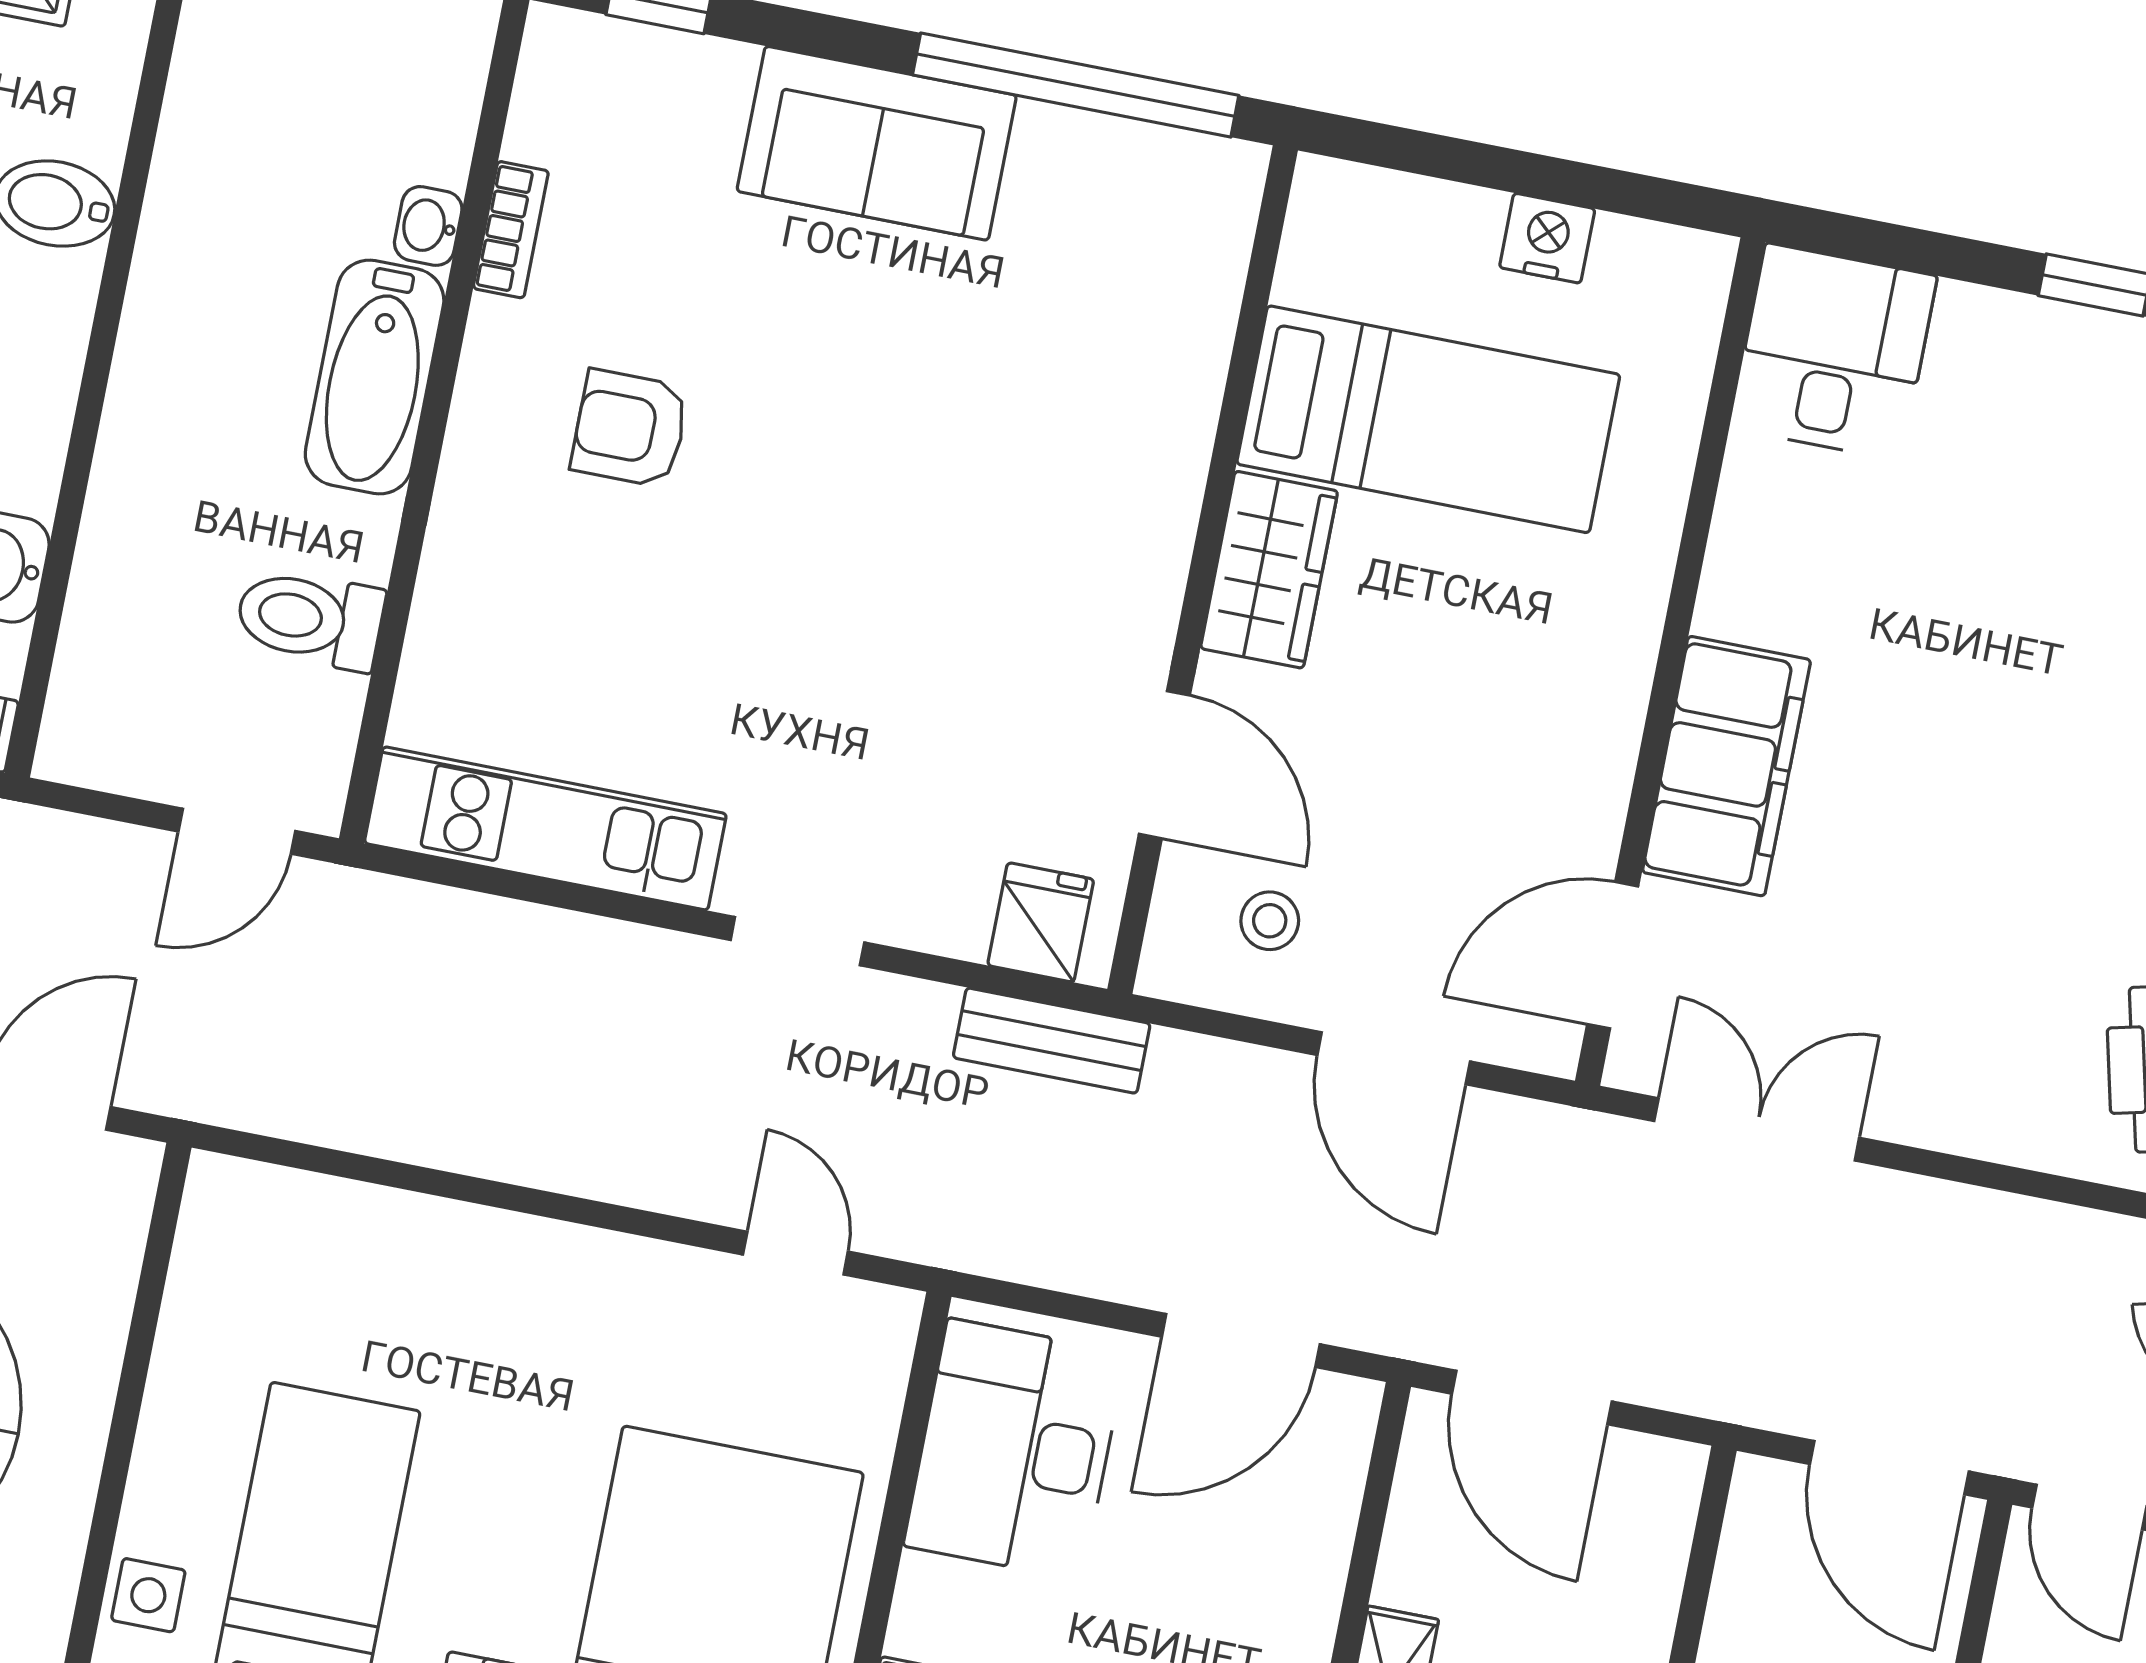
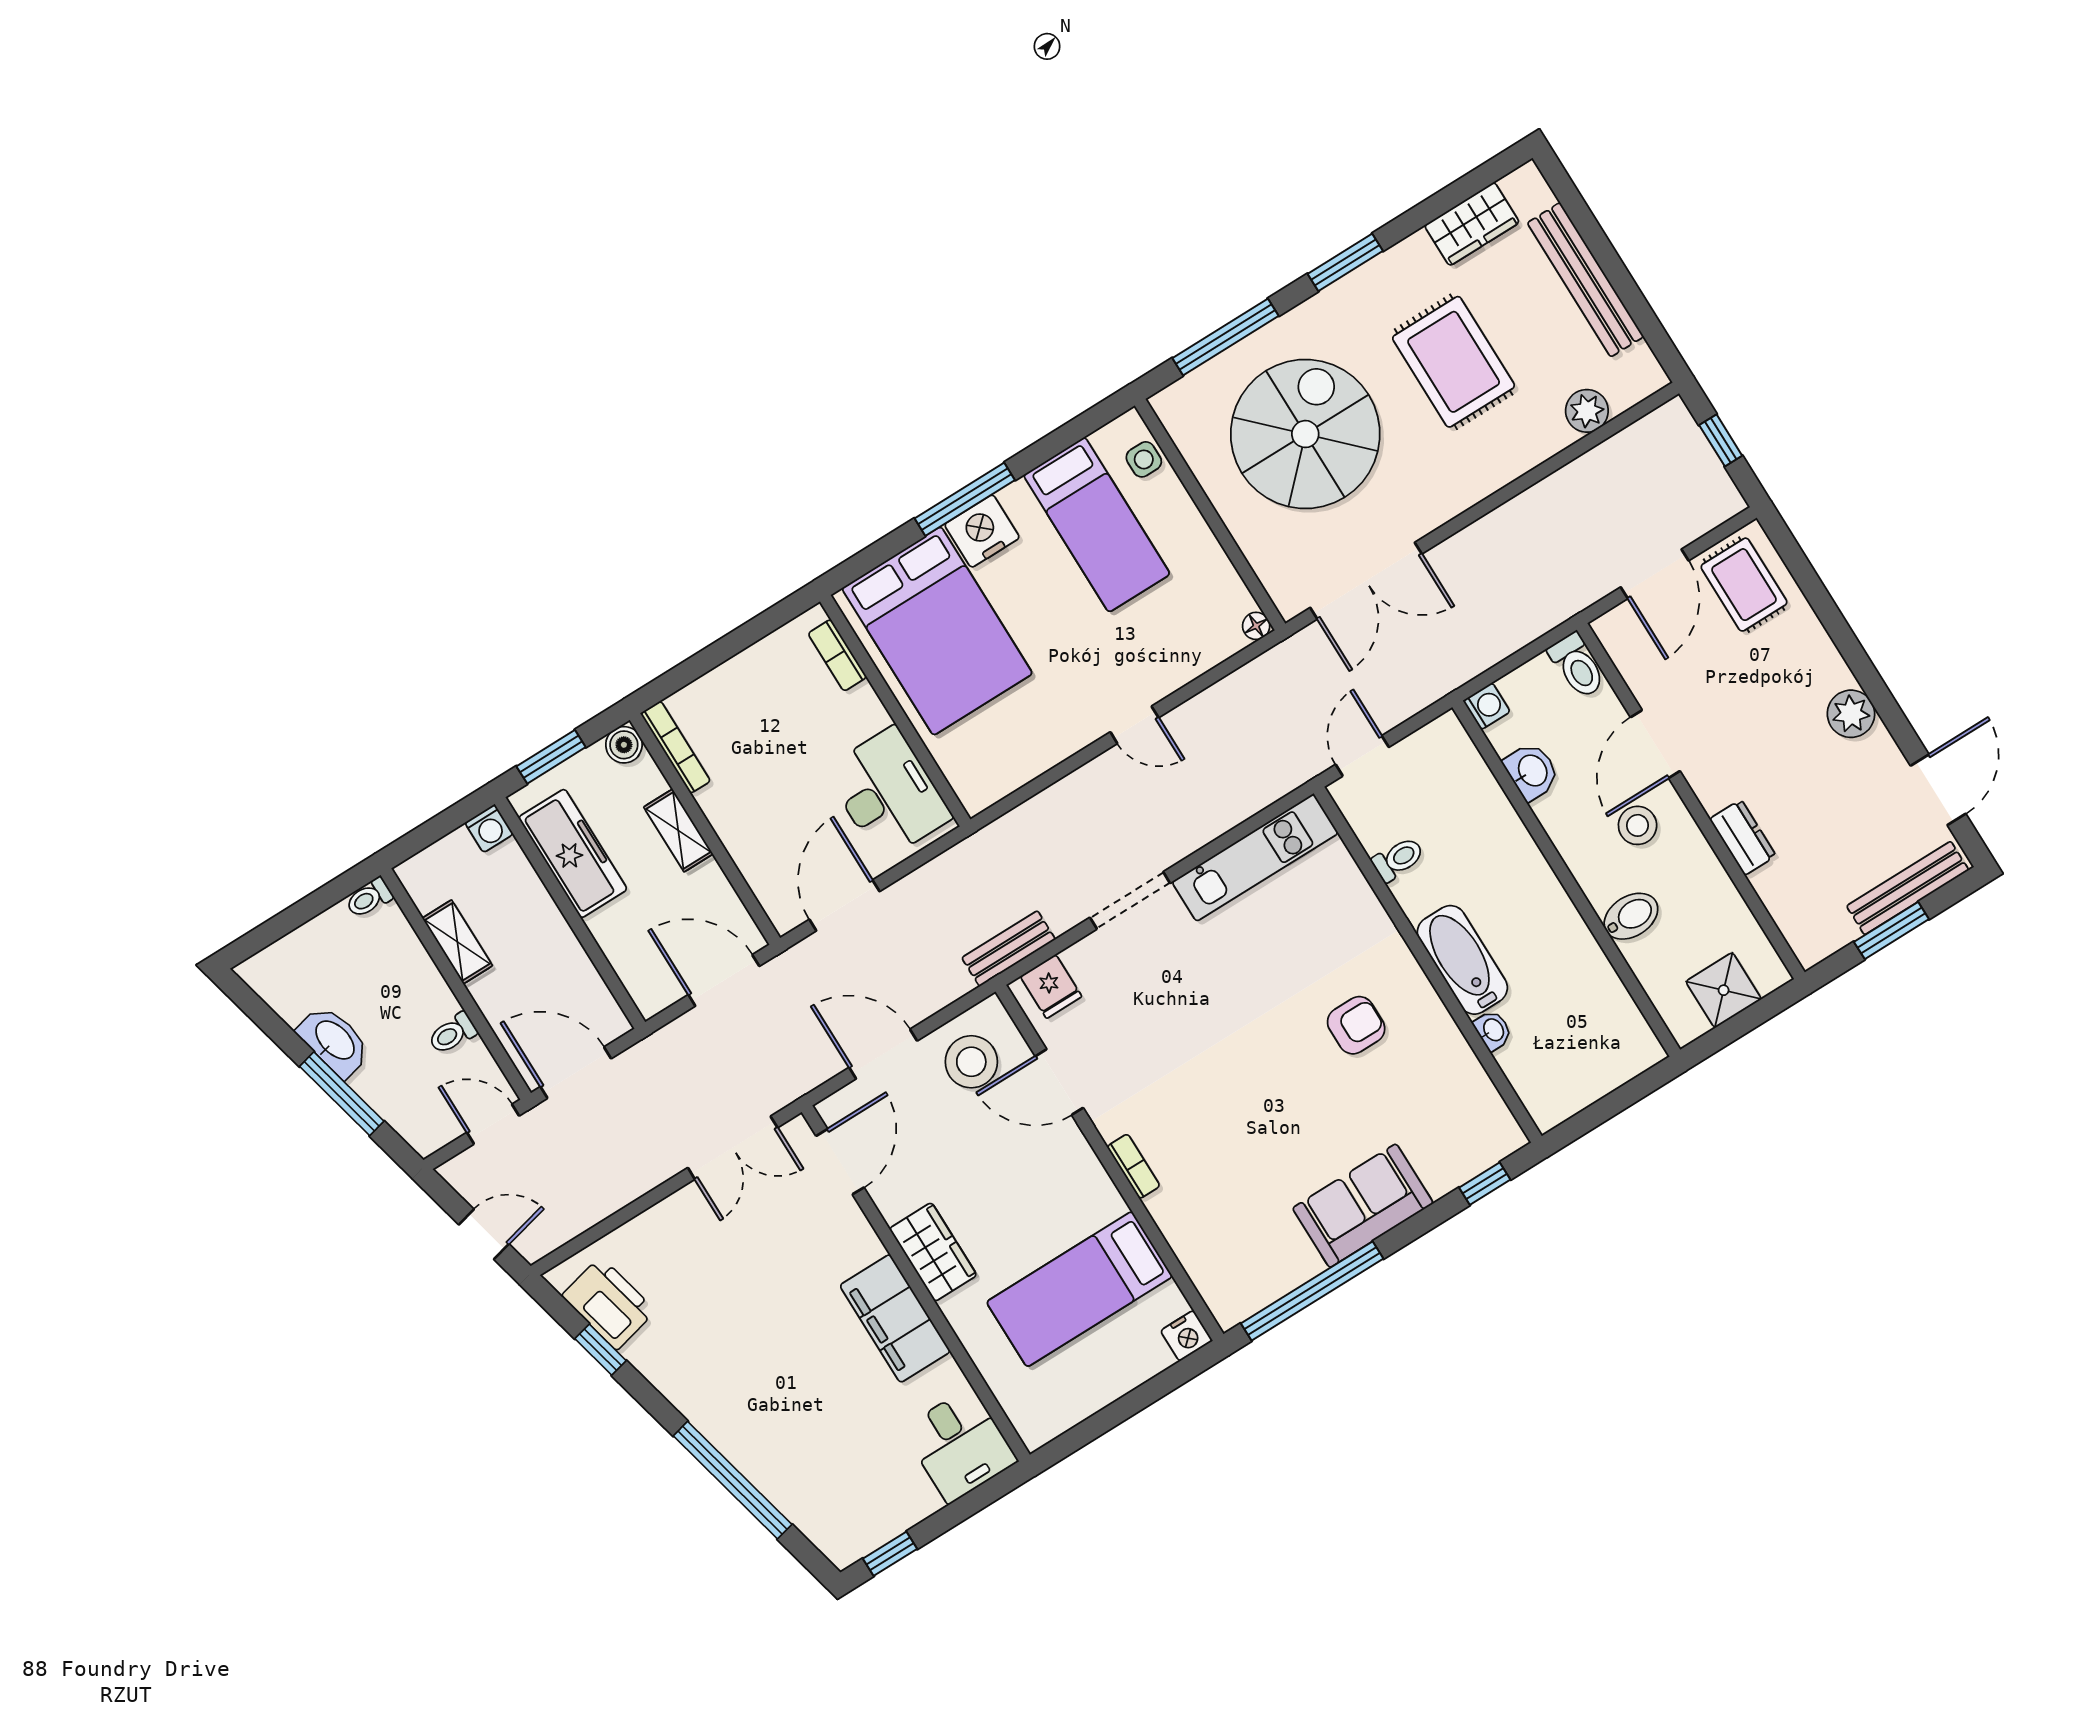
bookcase: (511, 230) -> (1133, 1166), moved, turned 180
nightstand: (1547, 238) -> (1187, 1336), moved
wardrobe: (1269, 570) -> (933, 1252), moved, turned 180
toilet: (310, 619) -> (1398, 859), width x0.73, depth x0.72
filing cabinet: (1726, 766) -> (895, 1318), moved
stool: (1270, 921) -> (971, 1062), width x1.89, depth x1.89
doorway: (797, 941) -> (1130, 900), width x1.38
floor lamp: (214, 1181) -> (1256, 626), added
door: (795, 1253) -> (1134, 725), moved

